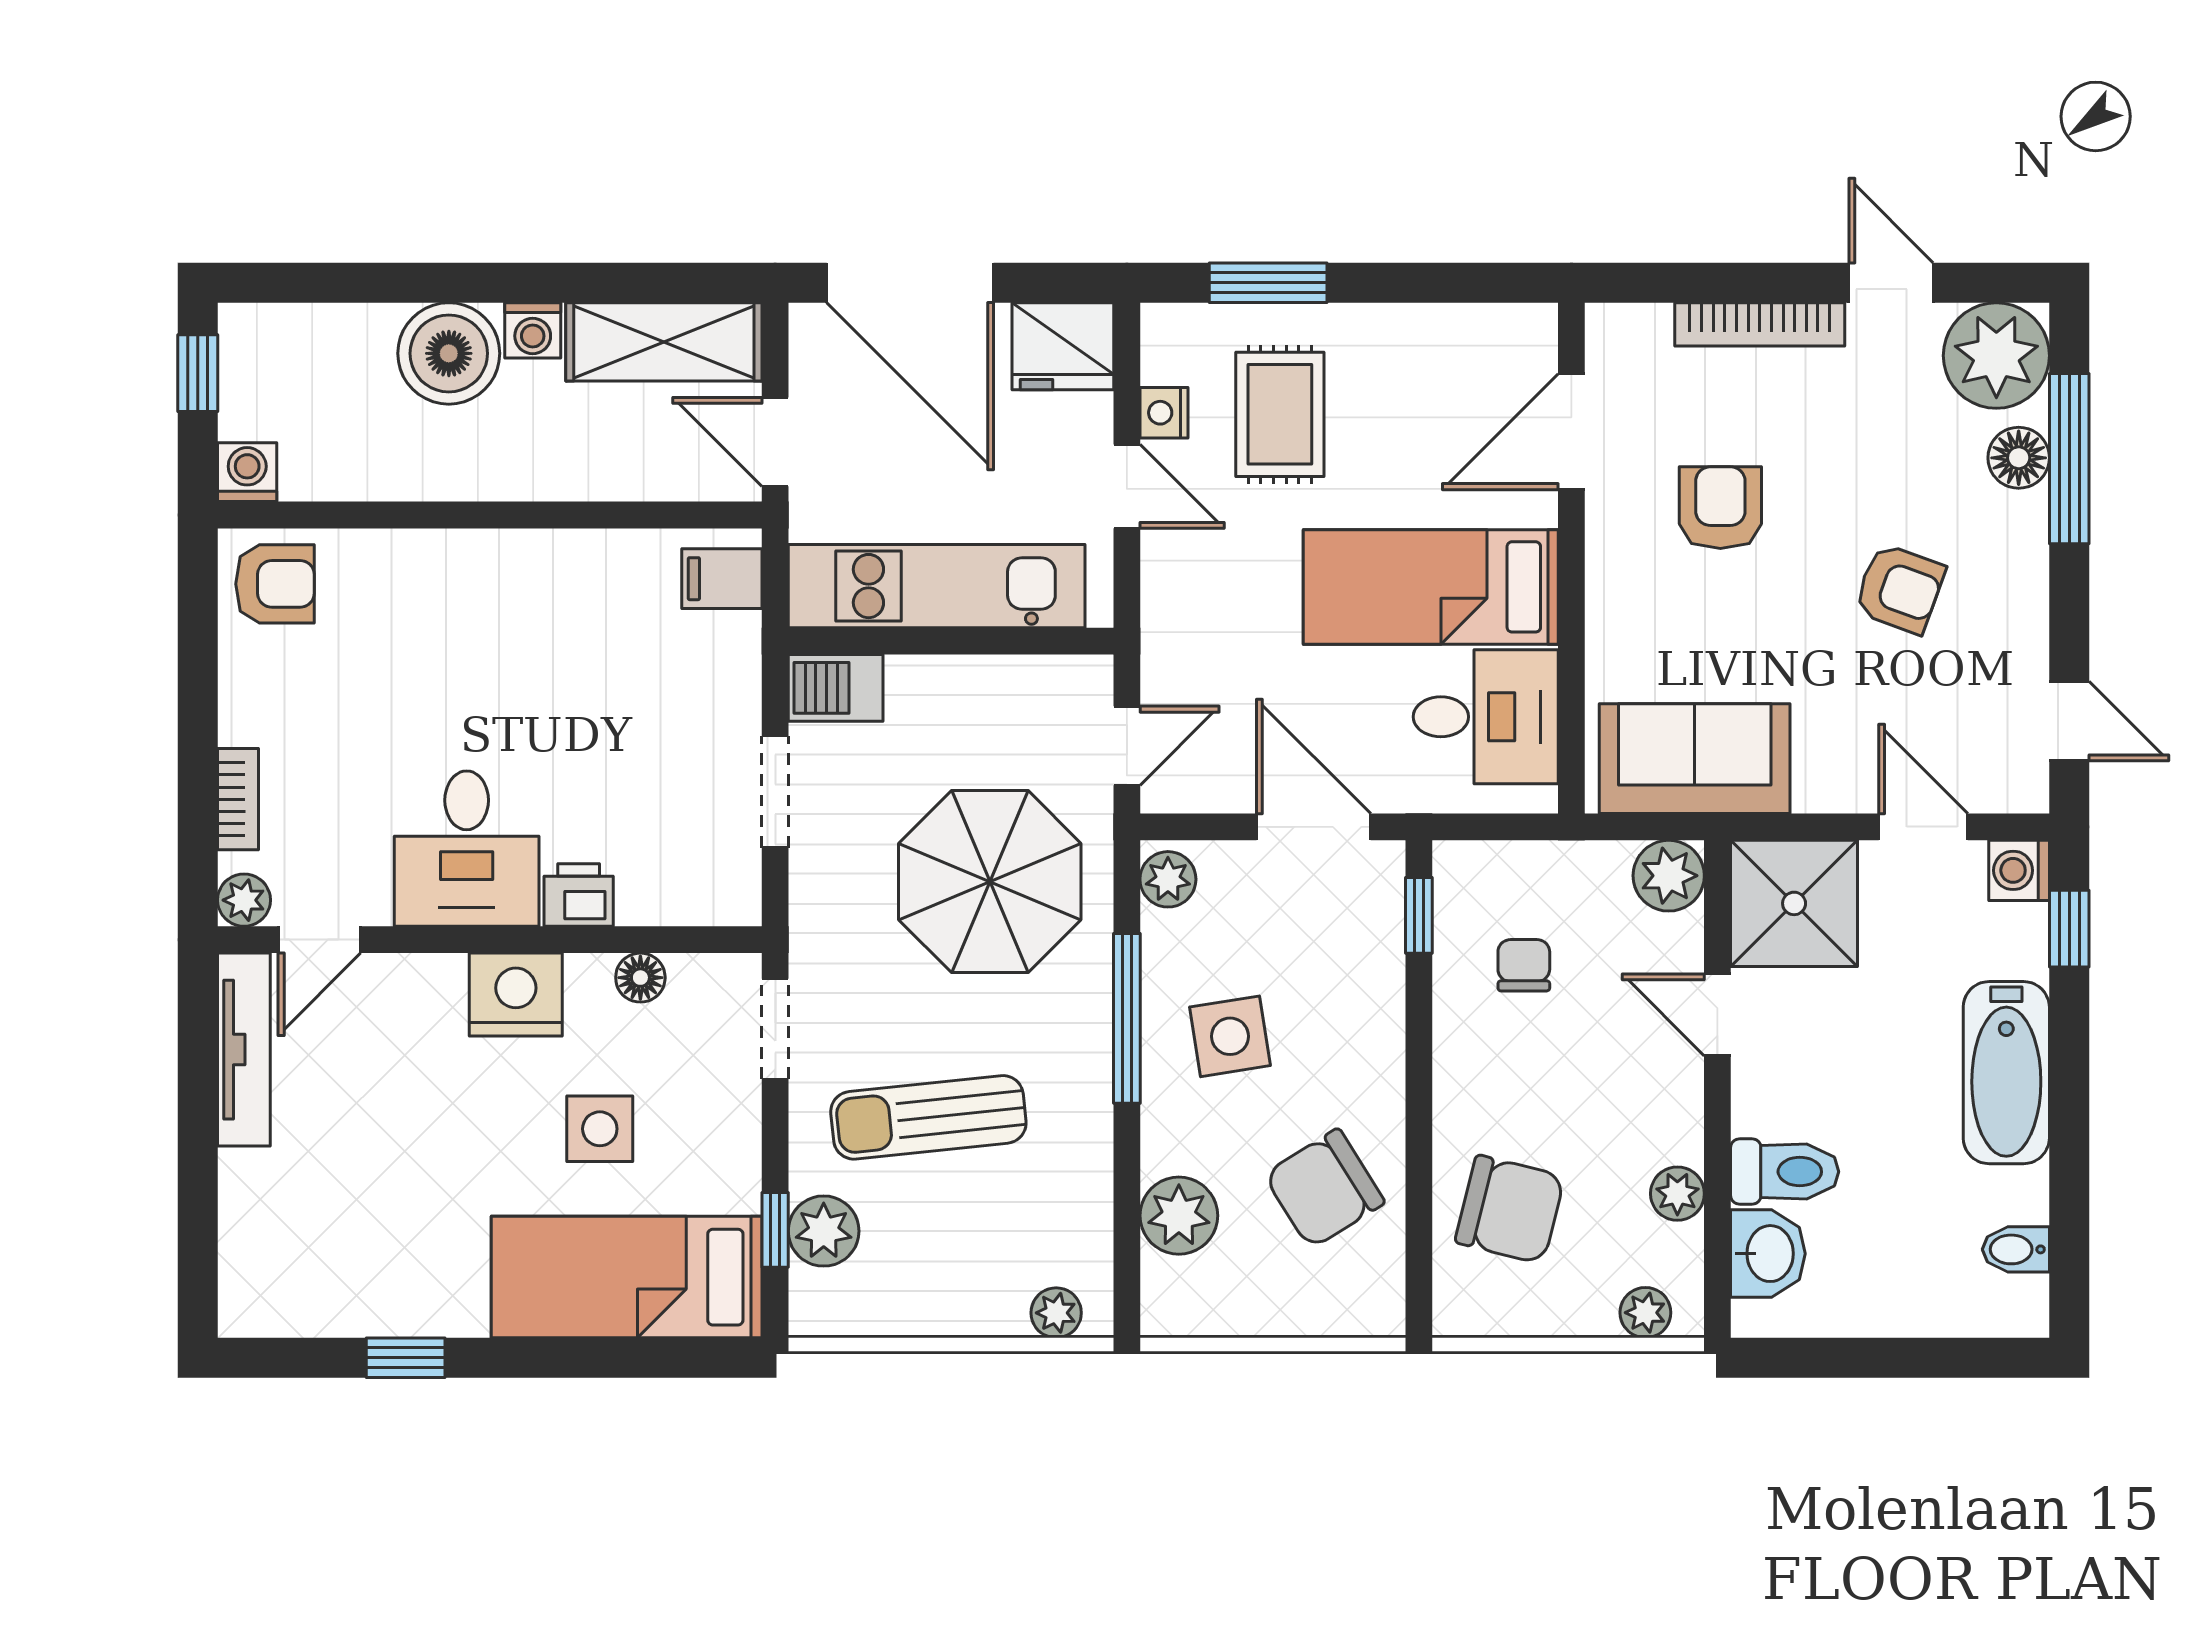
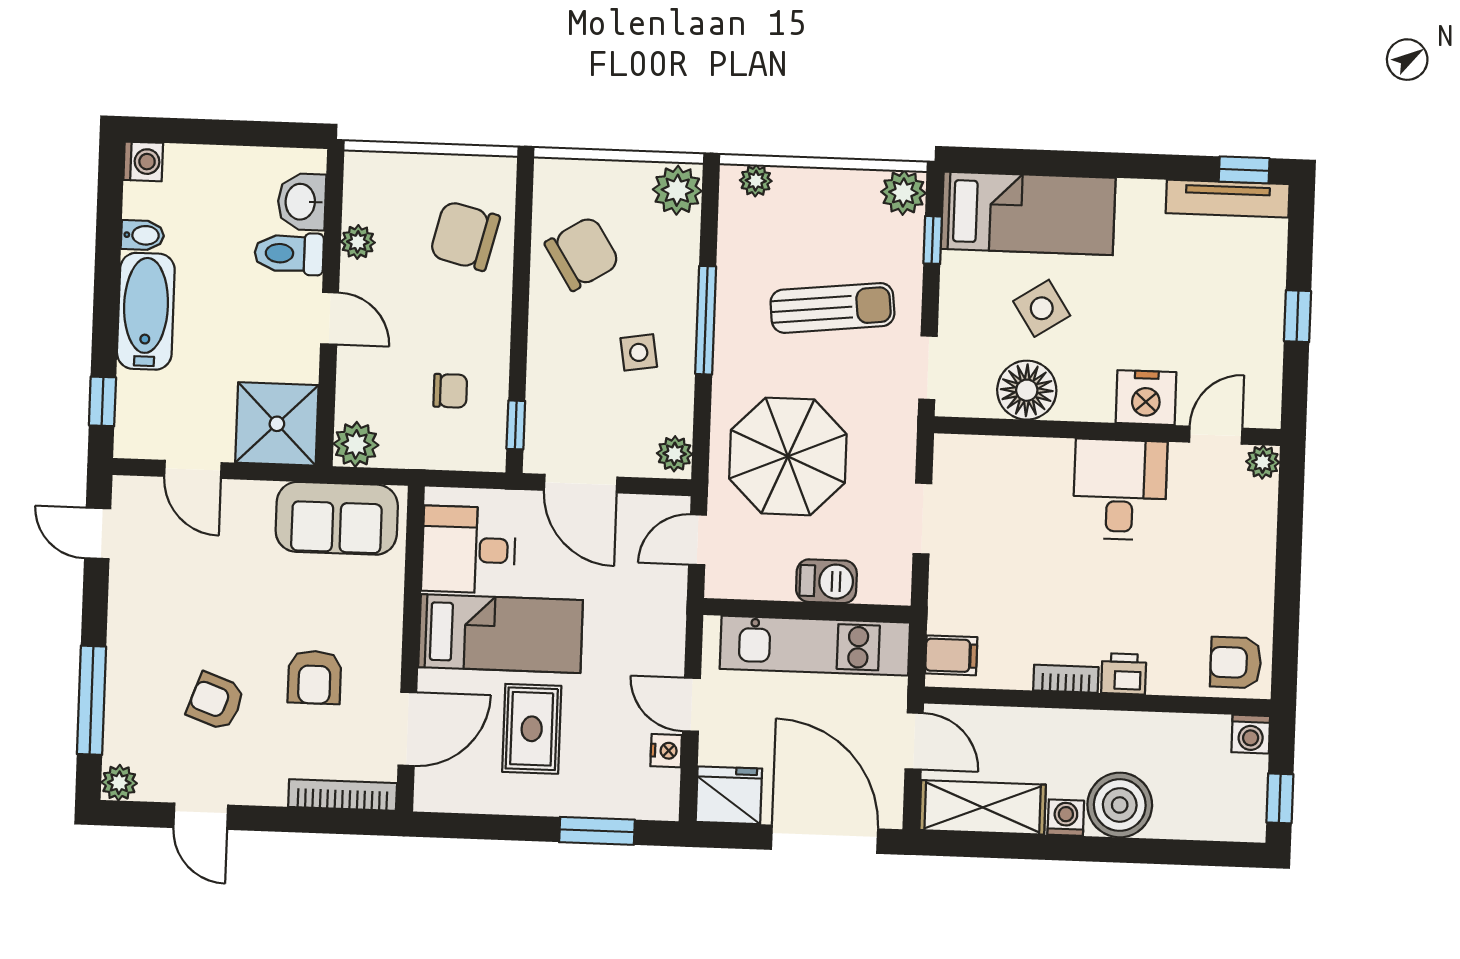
bookcase: (1760, 324) -> (343, 795), moved
plant: (1996, 356) -> (119, 783), width x0.53, depth x0.53
rug: (1280, 414) -> (532, 729), moved
floor lamp: (2019, 458) -> (124, 702), removed
armchair: (1899, 589) -> (216, 701), moved
barbecue: (836, 688) -> (826, 581), moved
bookcase: (238, 799) -> (1066, 679), moved, turned 90
washing machine: (2019, 870) -> (143, 161), moved
printer: (579, 895) -> (1124, 674), moved, turned 180
chair: (1524, 965) -> (450, 391), turned -90
floor lamp: (640, 978) -> (1027, 390), width x1.89, depth x1.89
nightstand: (516, 995) -> (1146, 398), moved
door: (1717, 1015) -> (330, 318), moved
window: (1127, 1018) -> (706, 320), moved
side table: (1230, 1036) -> (639, 352), width x0.73, depth x0.73
tv unit: (244, 1050) -> (1228, 199), moved, turned -90
side table: (600, 1129) -> (1042, 308), turned -33
window: (198, 1131) -> (1298, 316), added
plant: (1179, 1216) -> (677, 190), moved
plant: (824, 1231) -> (903, 193), moved
bidet: (2016, 1249) -> (143, 235), moved
plant: (1645, 1313) -> (381, 167), removed
window: (406, 1358) -> (1244, 170), moved

